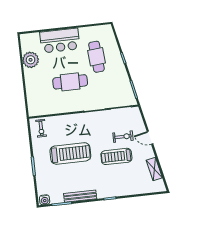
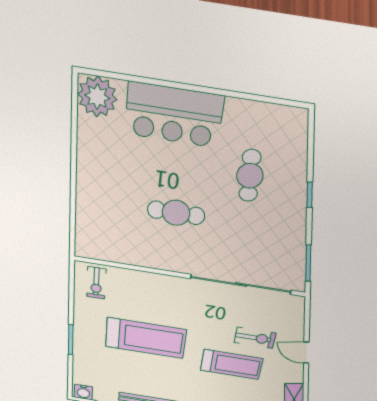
cafe table: (96, 57) -> (250, 176), width x0.73, depth x0.74
plant: (31, 60) -> (97, 97), moved
cafe table: (70, 82) -> (176, 213), width x0.73, depth x0.74
treadmill: (116, 156) -> (231, 364), turned 180

